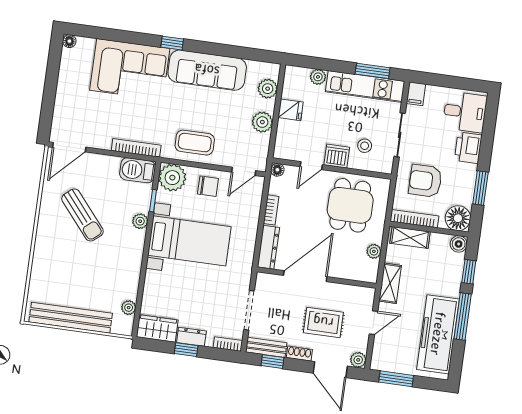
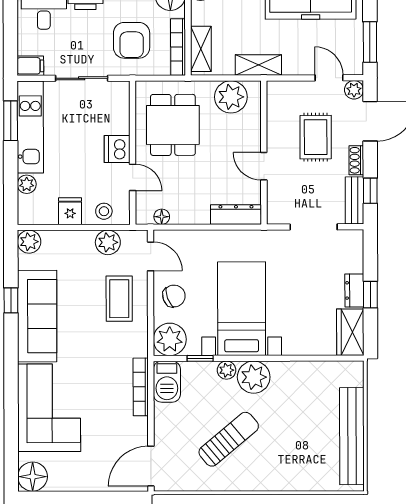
floor lamp: (69, 41) -> (33, 477), width x1.89, depth x1.89
window: (172, 43) -> (11, 300), moved
plant: (268, 89) -> (29, 242), moved
plant: (262, 122) -> (108, 242), moved
coffee table: (195, 143) -> (119, 299), moved
stool: (365, 146) -> (104, 211), moved
door: (69, 147) -> (151, 466), swing flipped
floor lamp: (277, 170) -> (162, 217), moved
chair: (208, 186) -> (174, 296), turned 70
dining table: (350, 205) -> (173, 125), turned 90
bookcase: (271, 210) -> (191, 217), removed
plant: (374, 251) -> (231, 97), width x1.88, depth x1.88
door: (305, 276) -> (264, 166), width x0.53
plant: (129, 308) -> (254, 377), moved, width x1.88, depth x1.88
door: (374, 323) -> (329, 78), moved
bookcase: (228, 344) -> (357, 246), removed

